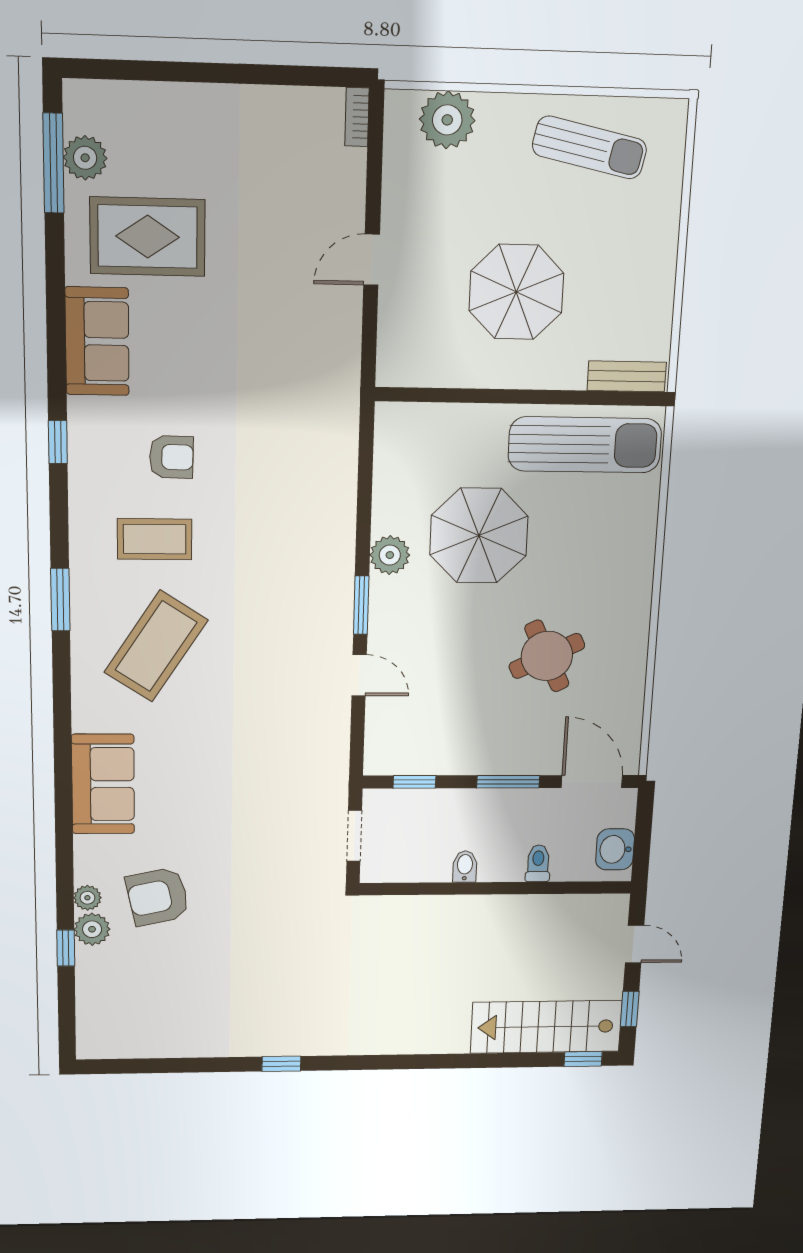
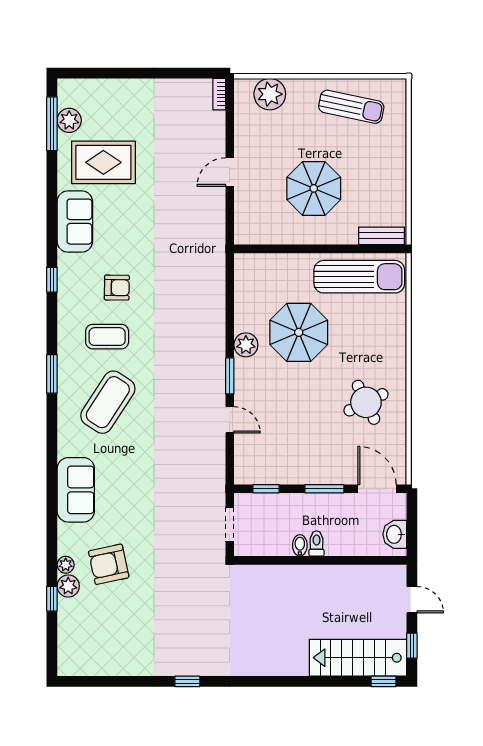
round table: (547, 656) -> (366, 402), moved
toilet: (538, 863) -> (317, 544), moved

